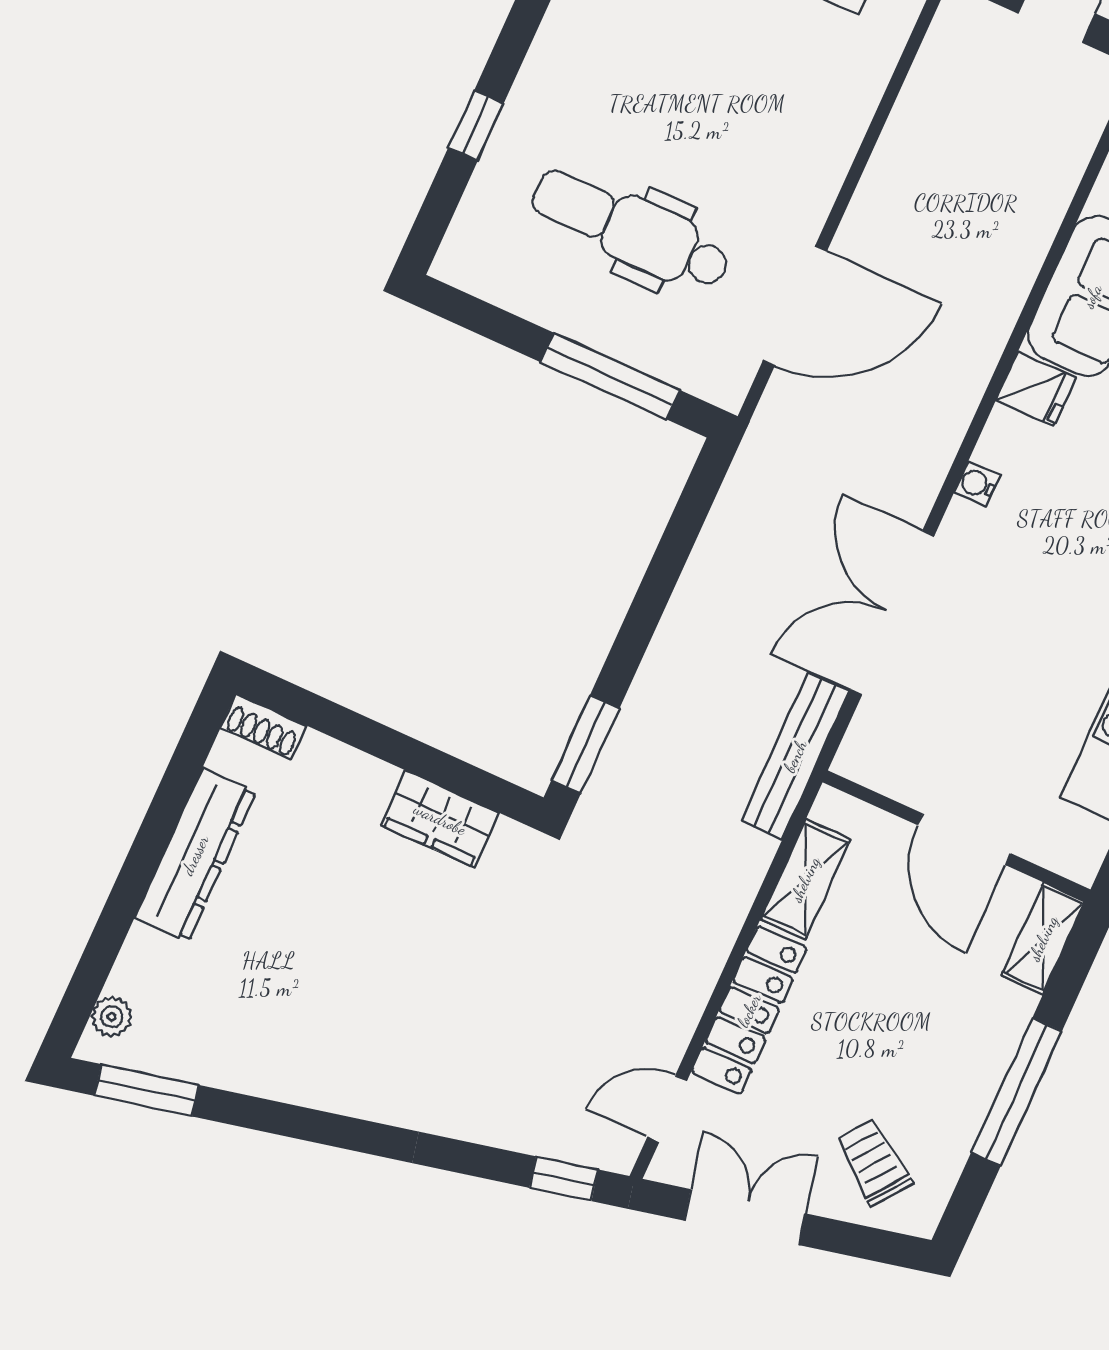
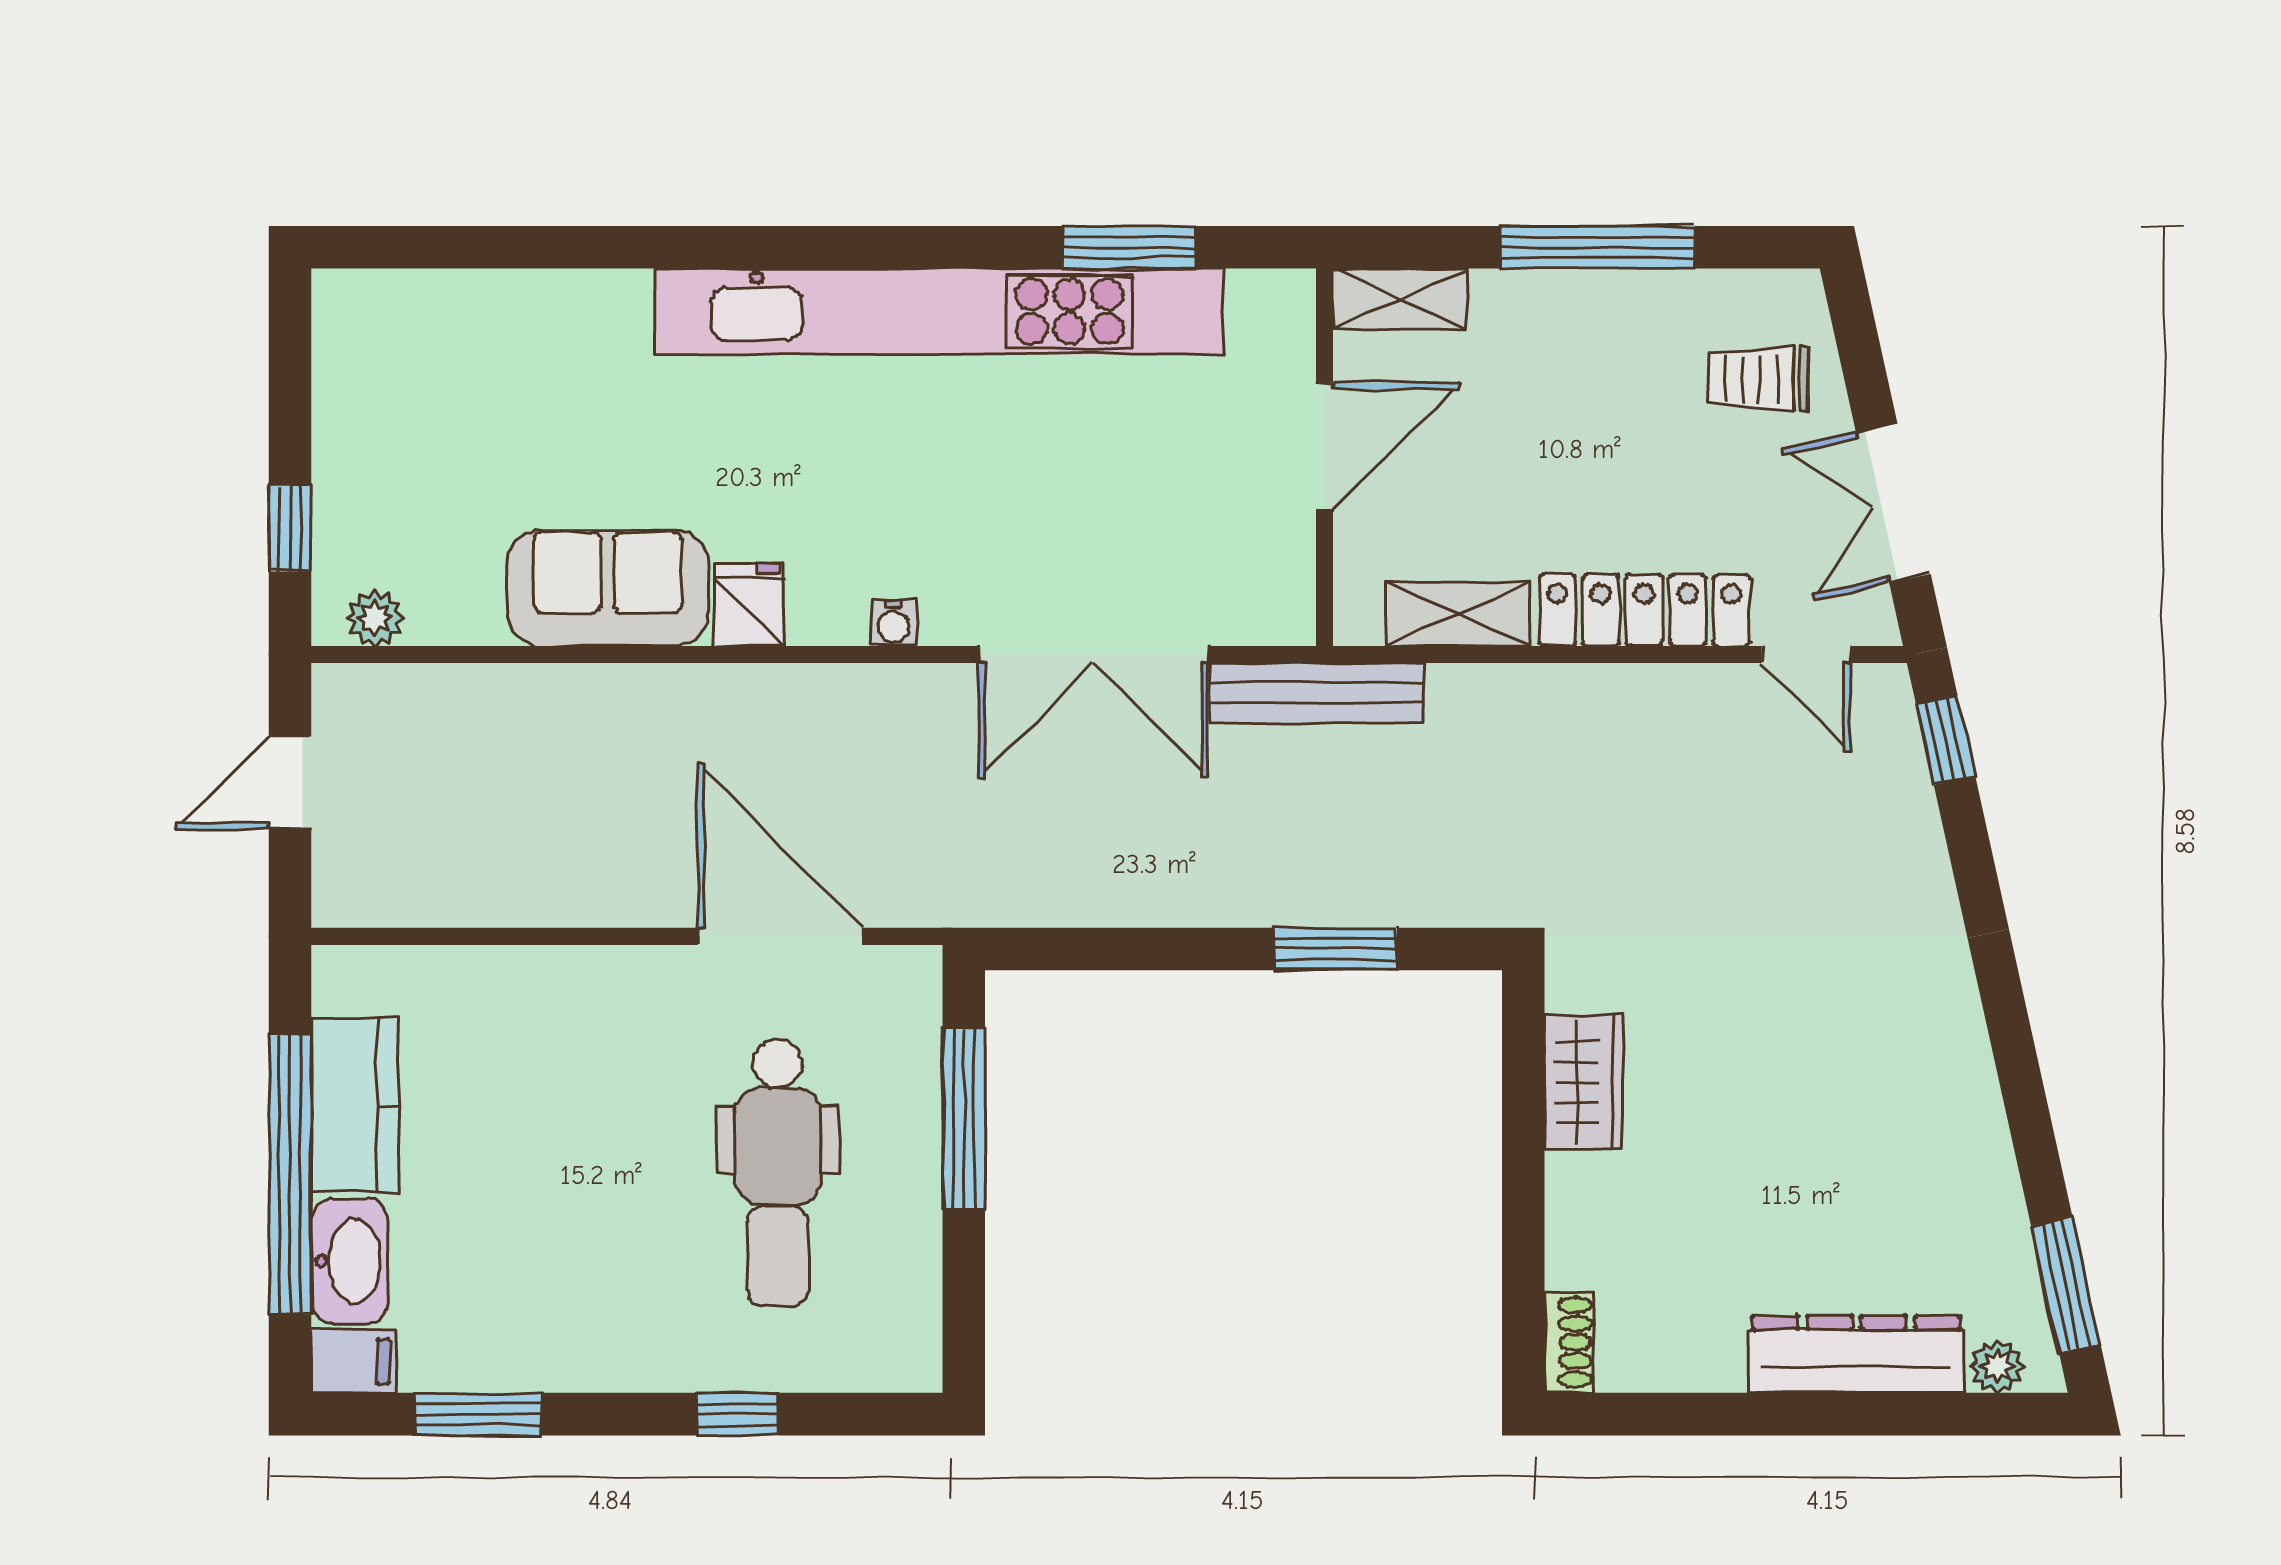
window: (585, 744) -> (1336, 949), moved
dresser: (195, 855) -> (1857, 1354), moved
trolley: (874, 1162) -> (1758, 379), turned 53

